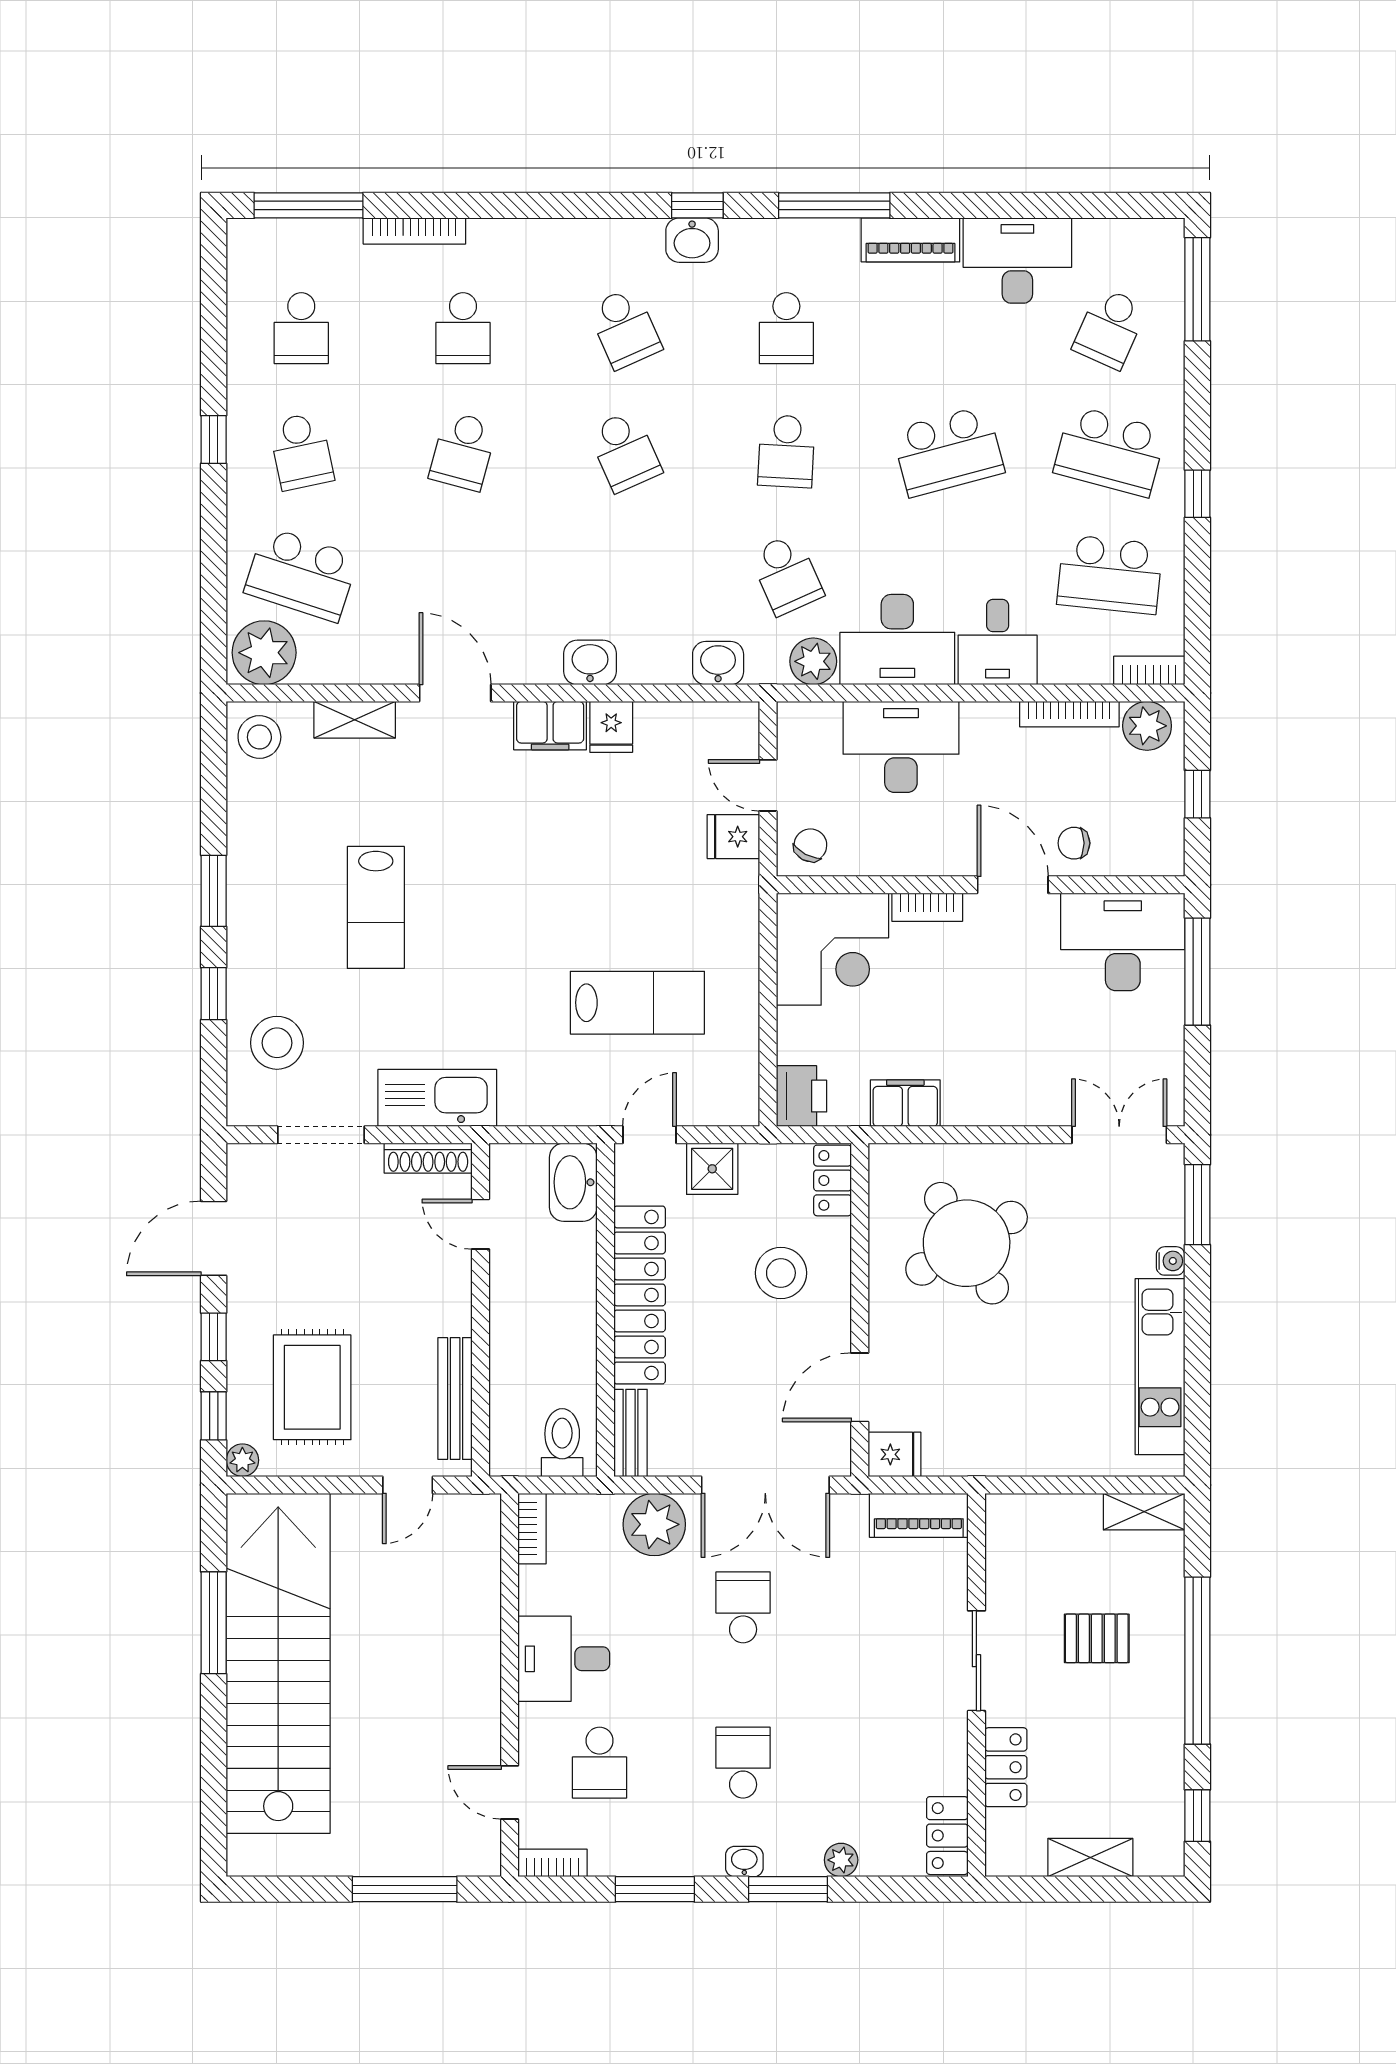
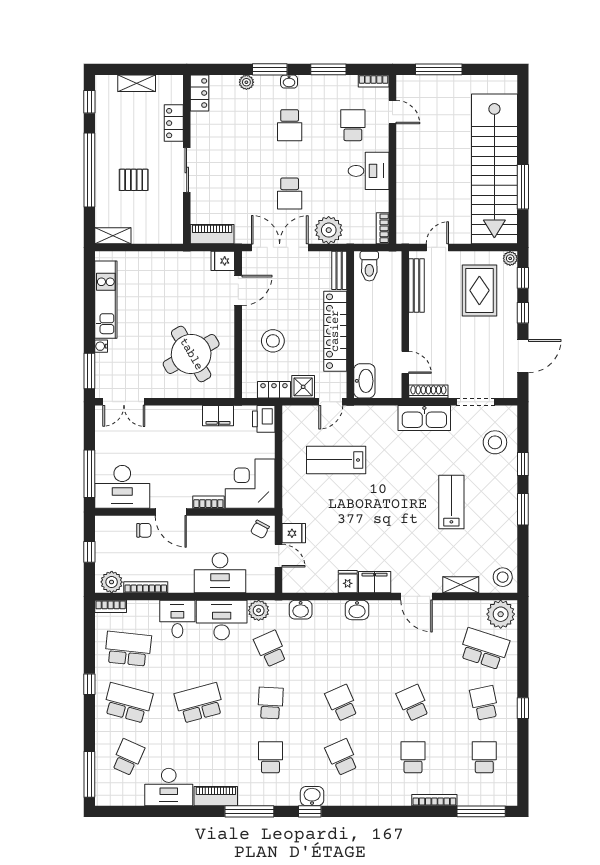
school desk: (463, 451) -> (413, 703), turned -39
locker: (833, 1180) -> (274, 390), moved, turned -90

